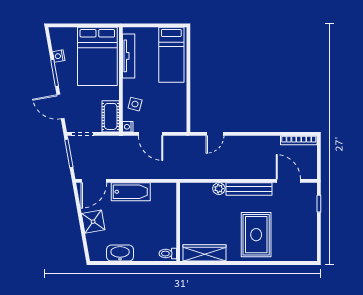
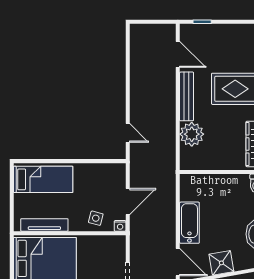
cot: (111, 116) -> (109, 244), removed
bookcase: (299, 140) -> (135, 43), removed
door: (288, 181) -> (178, 54), swing flipped
plant: (219, 189) -> (192, 134), width x1.87, depth x1.87

